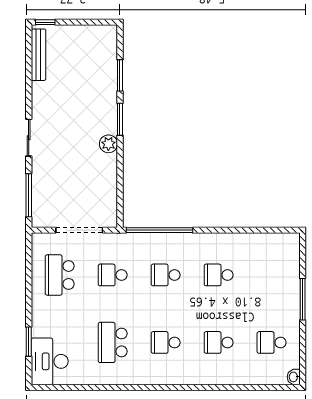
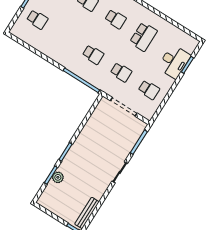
plant: (108, 144) -> (58, 177), moved
school desk: (60, 275) -> (149, 90), width x0.54
school desk: (219, 275) -> (37, 19), moved
desk: (50, 361) -> (174, 62), moved

